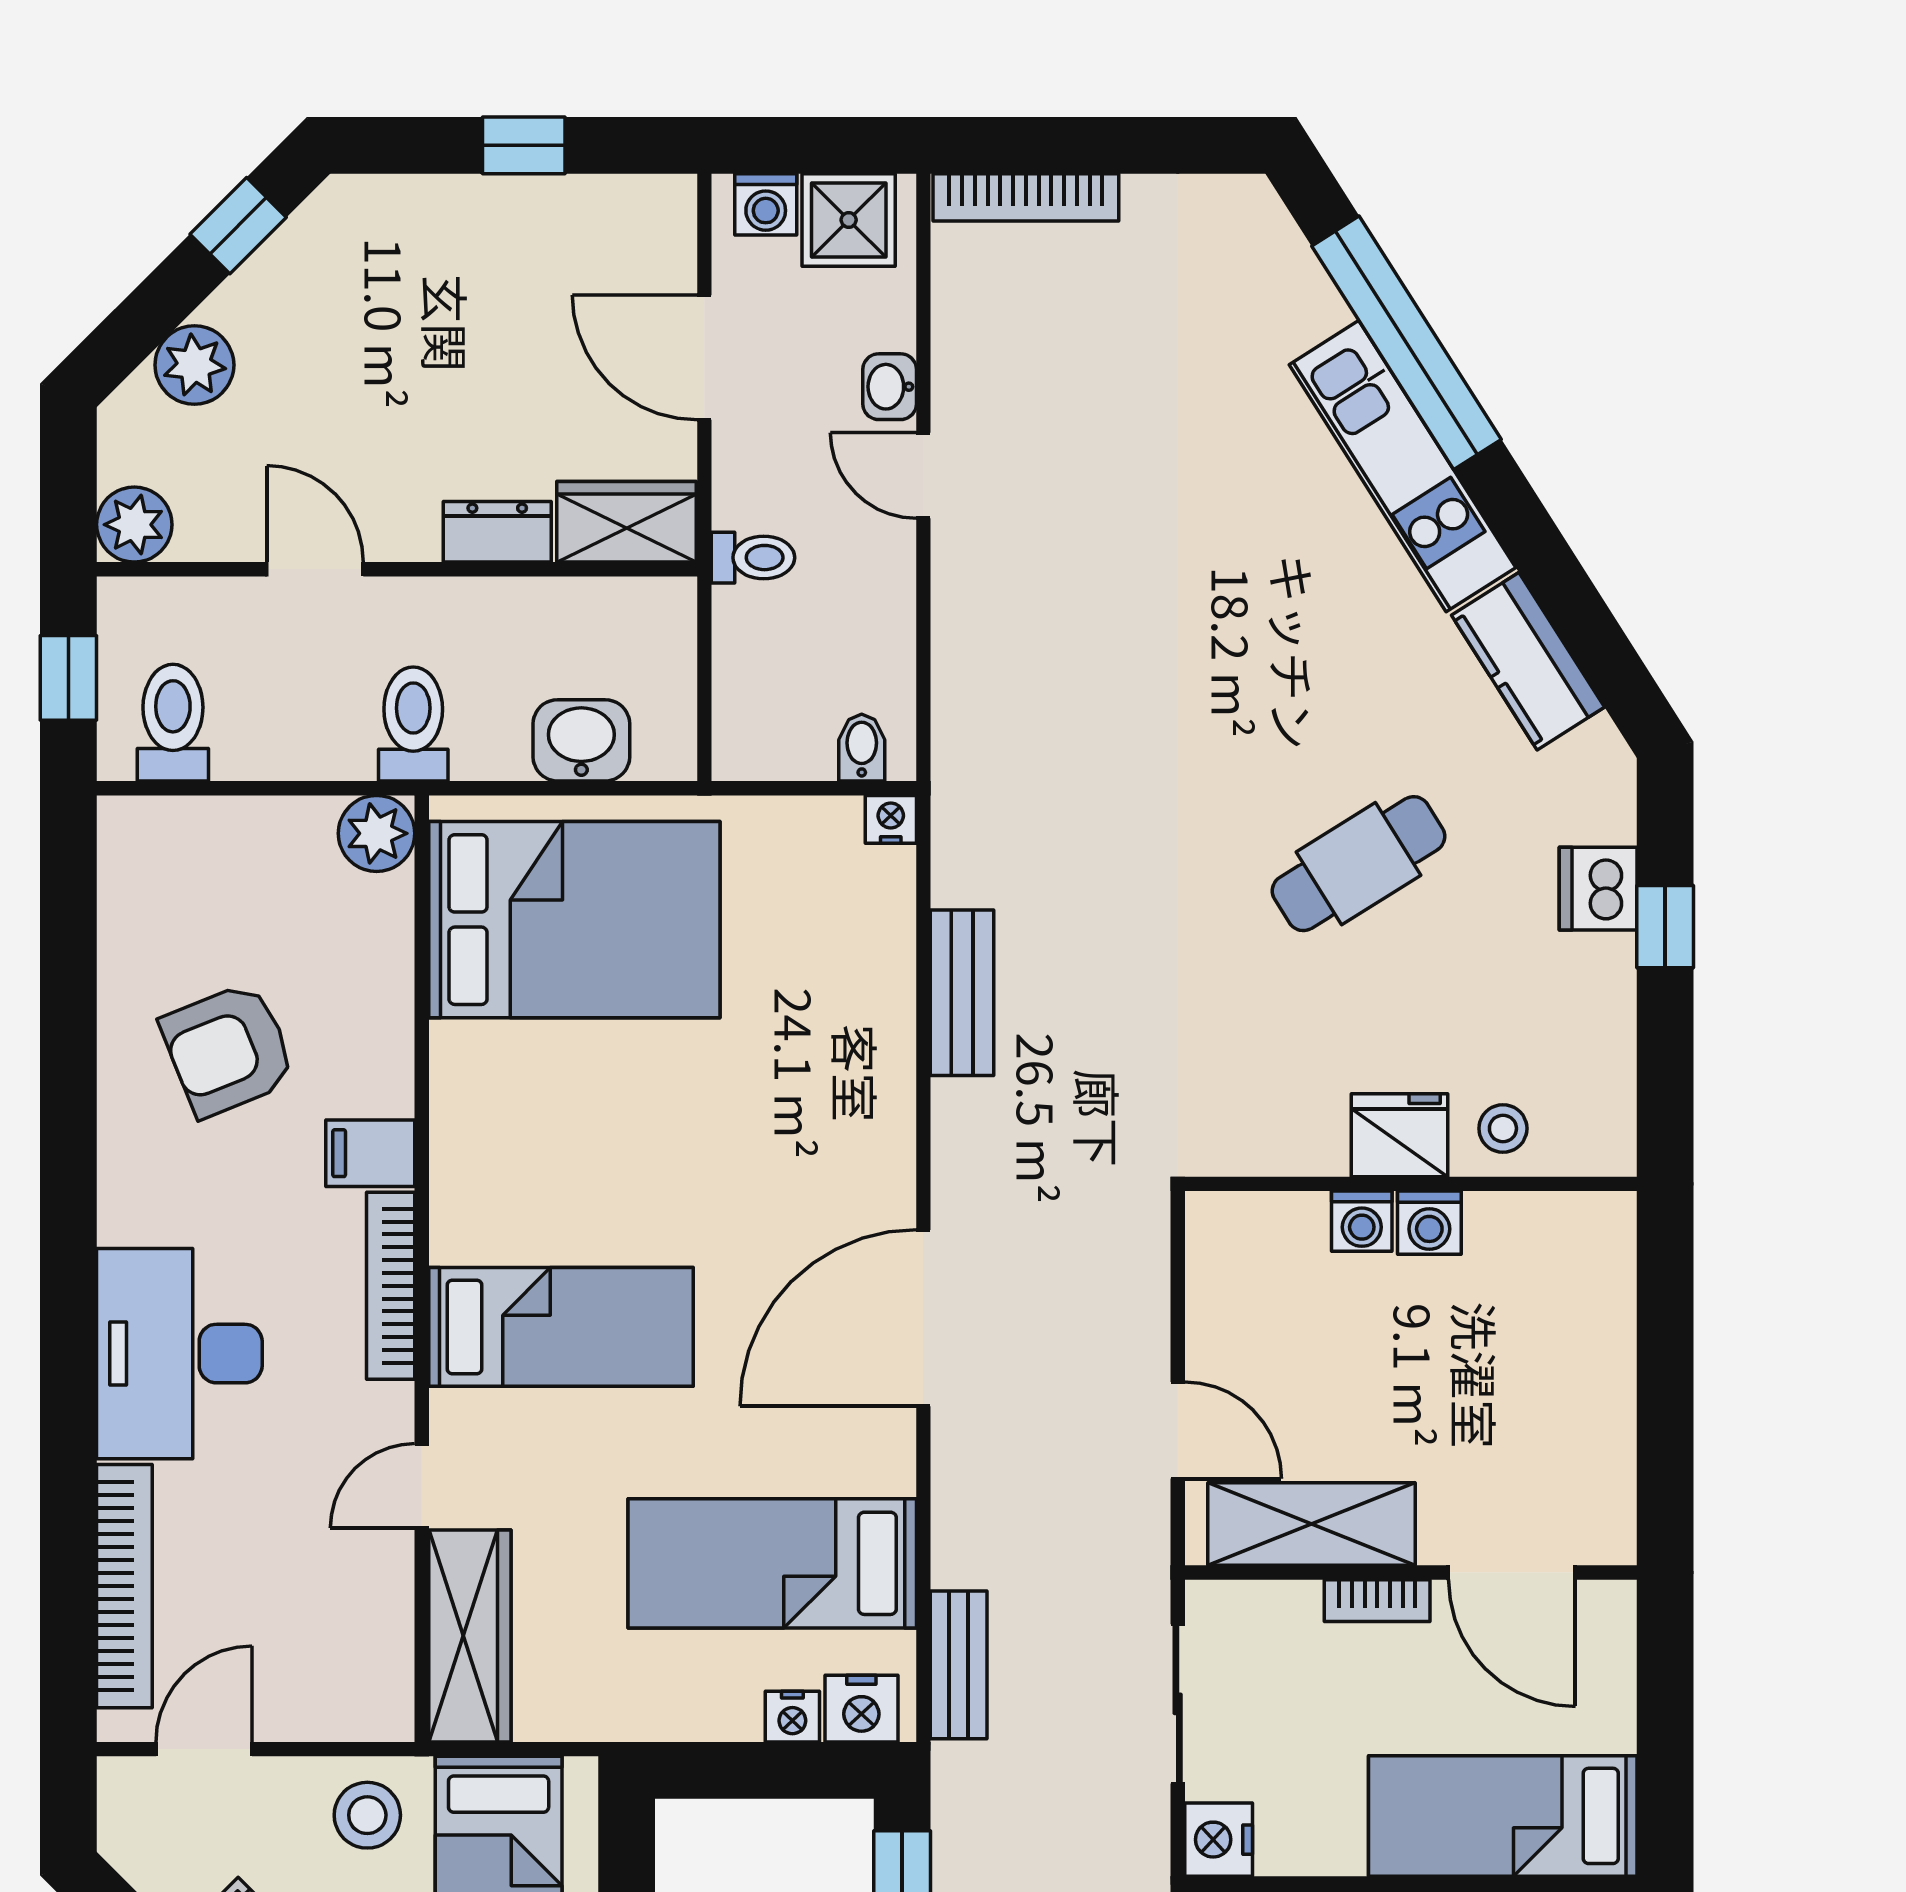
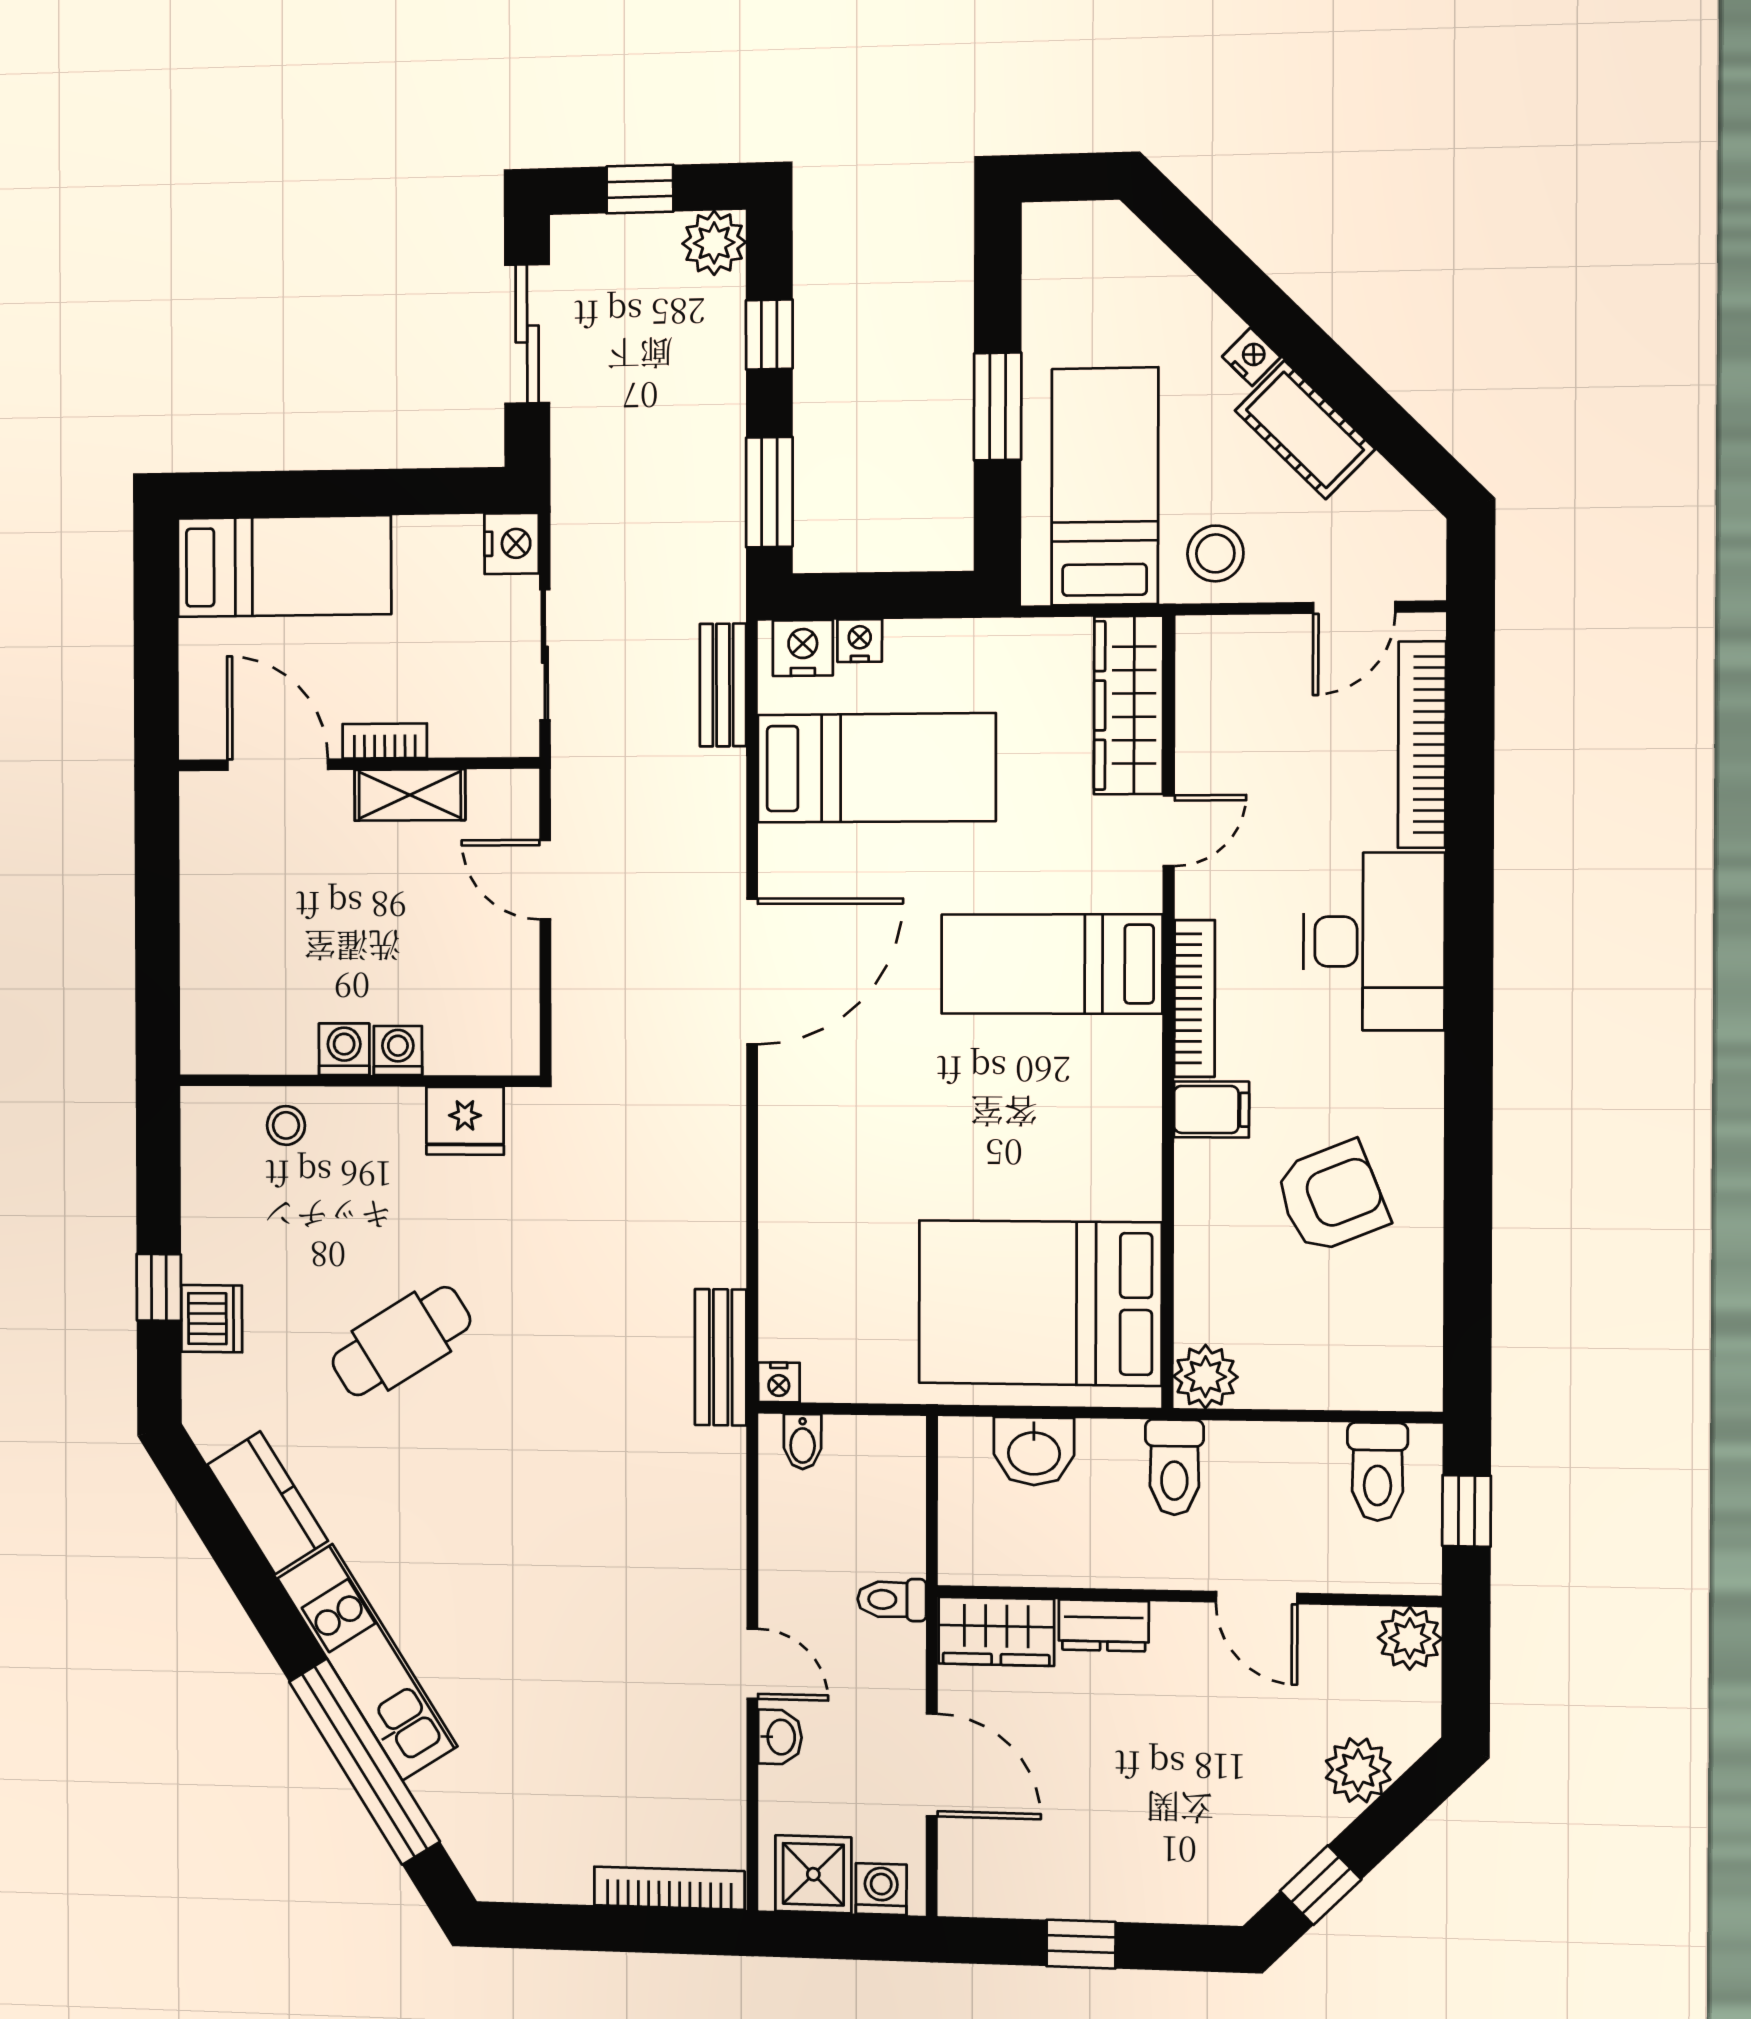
bench: (962, 993) -> (721, 1357), moved
fridge: (1400, 1135) -> (465, 1121), moved
shelving: (1311, 1524) -> (410, 795), width x0.67, depth x0.75

